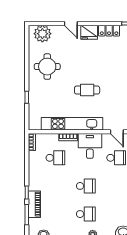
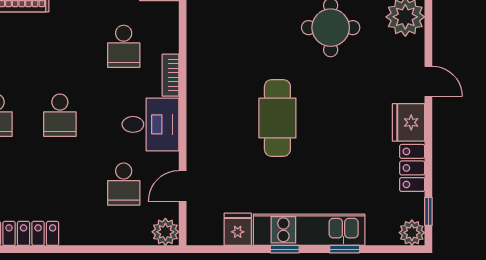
door: (71, 23) -> (428, 81), swing flipped
cafe table: (87, 90) -> (277, 118), width x1.37, depth x1.35
kitchen unit: (72, 124) -> (201, 84), removed

